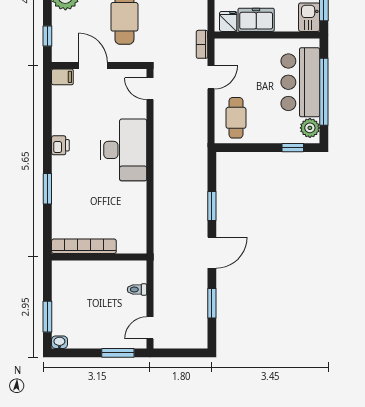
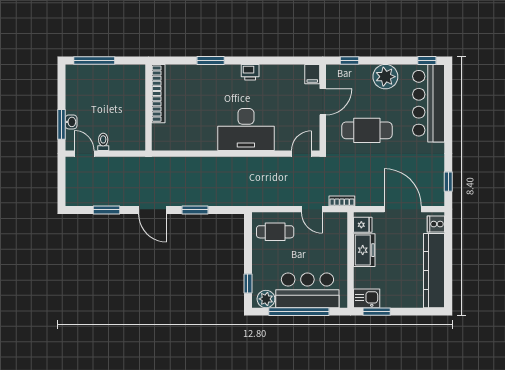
toilet: (137, 290) -> (103, 142), moved
window: (47, 317) -> (94, 60), width x1.44
washbasin: (59, 342) -> (71, 122), moved

